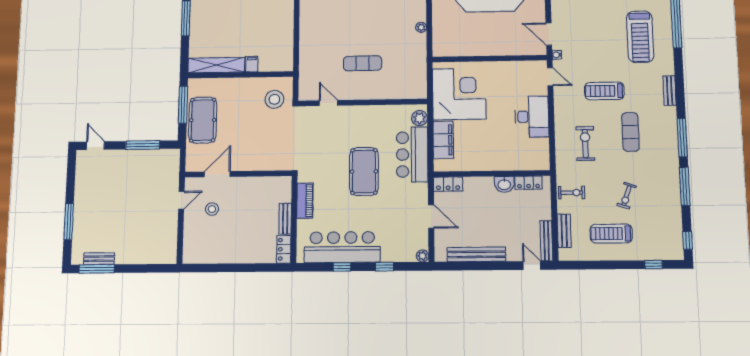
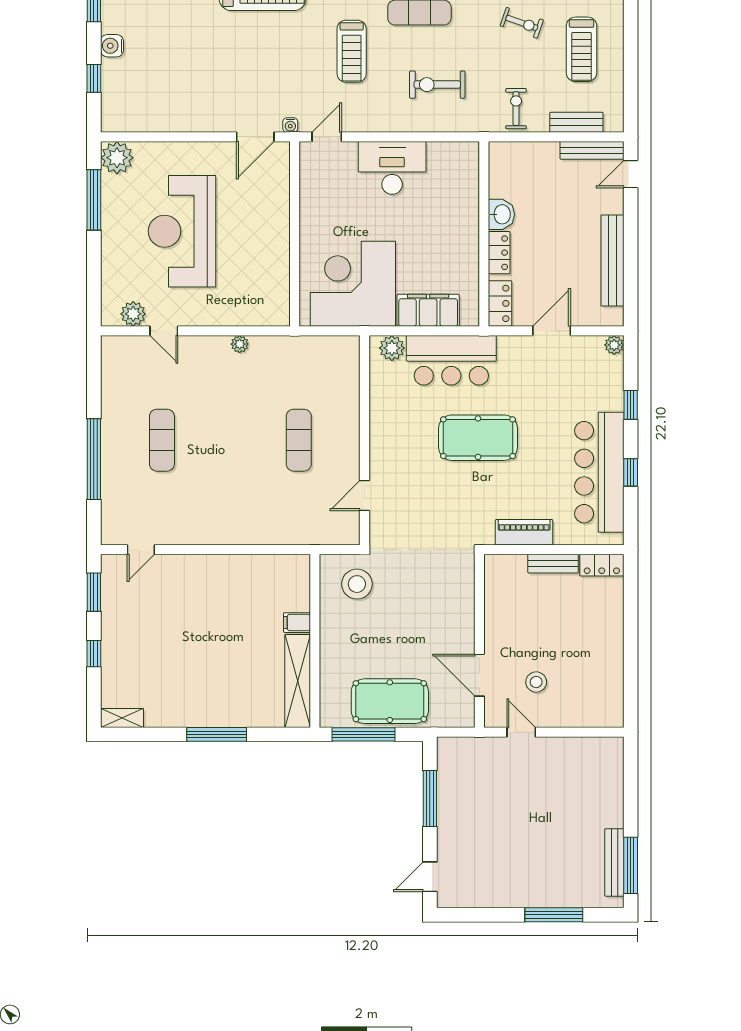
locker: (528, 183) -> (499, 253), moved
bench: (99, 259) -> (614, 862), width x1.36

